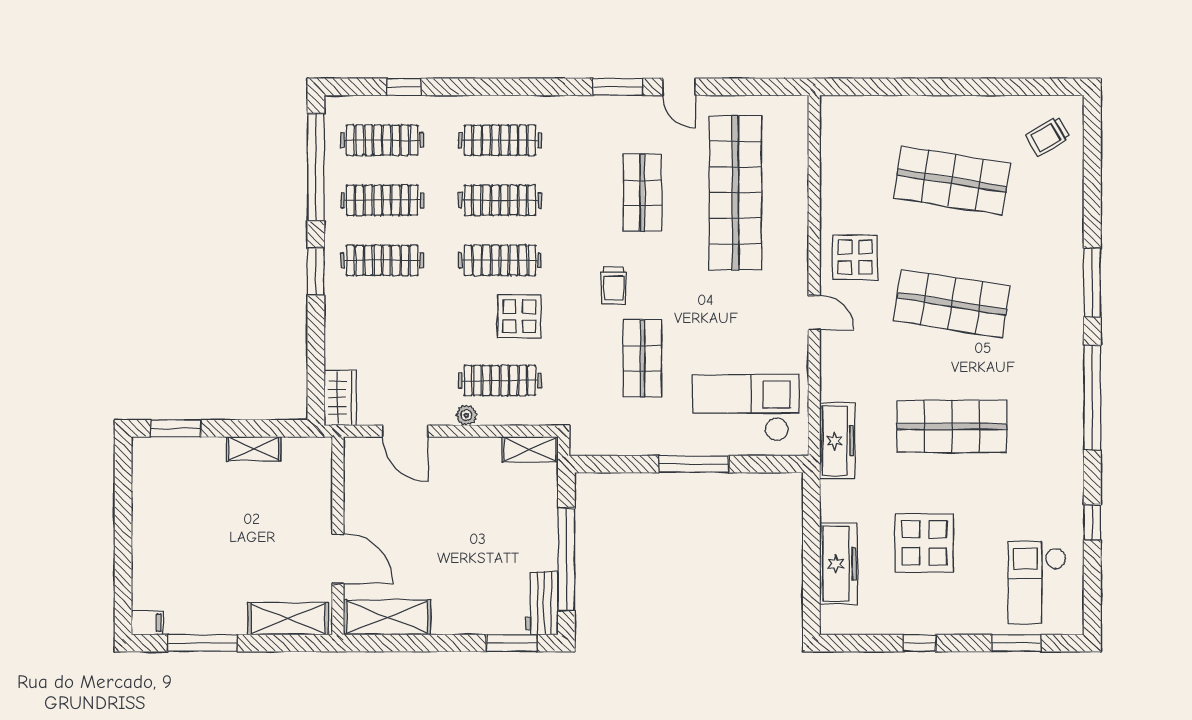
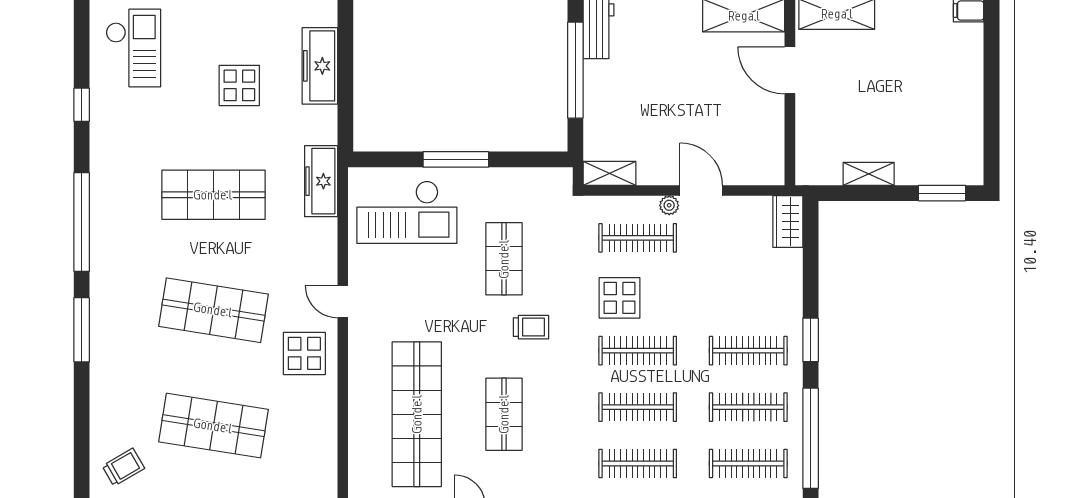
trolley: (614, 285) -> (531, 327), turned 90
door: (405, 431) -> (701, 190), moved
display table: (924, 543) -> (239, 85), width x0.73, depth x0.73

